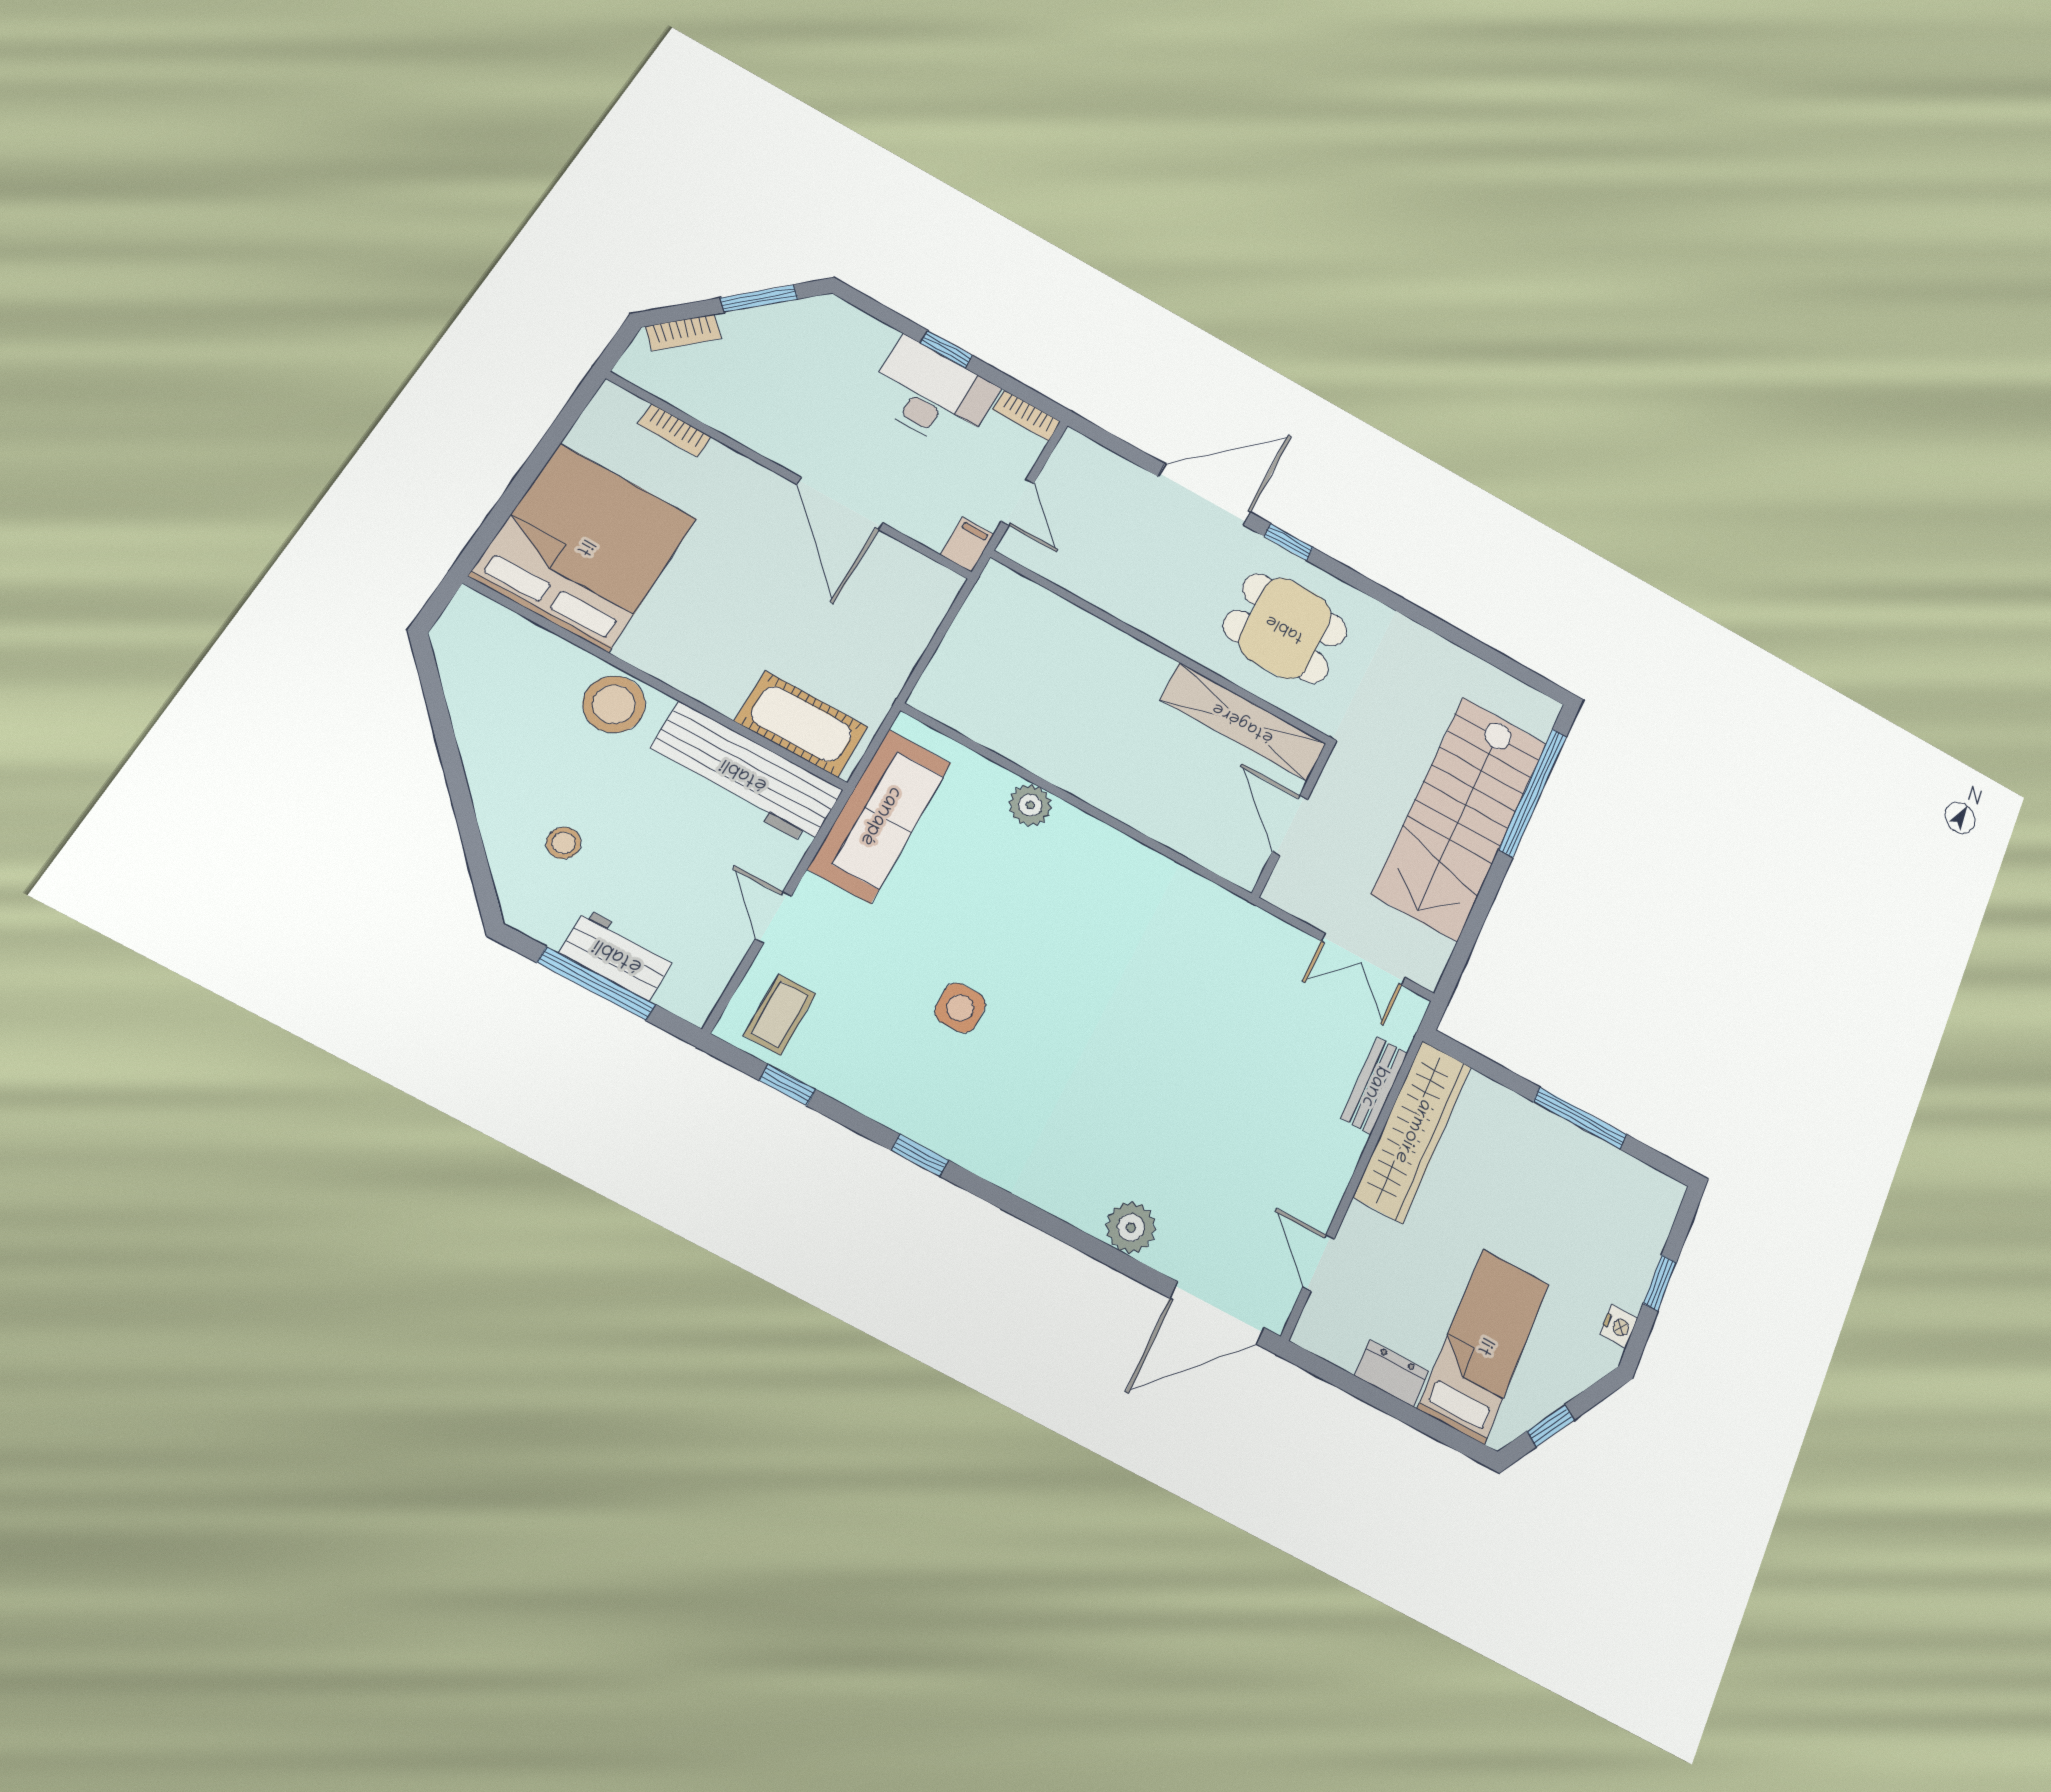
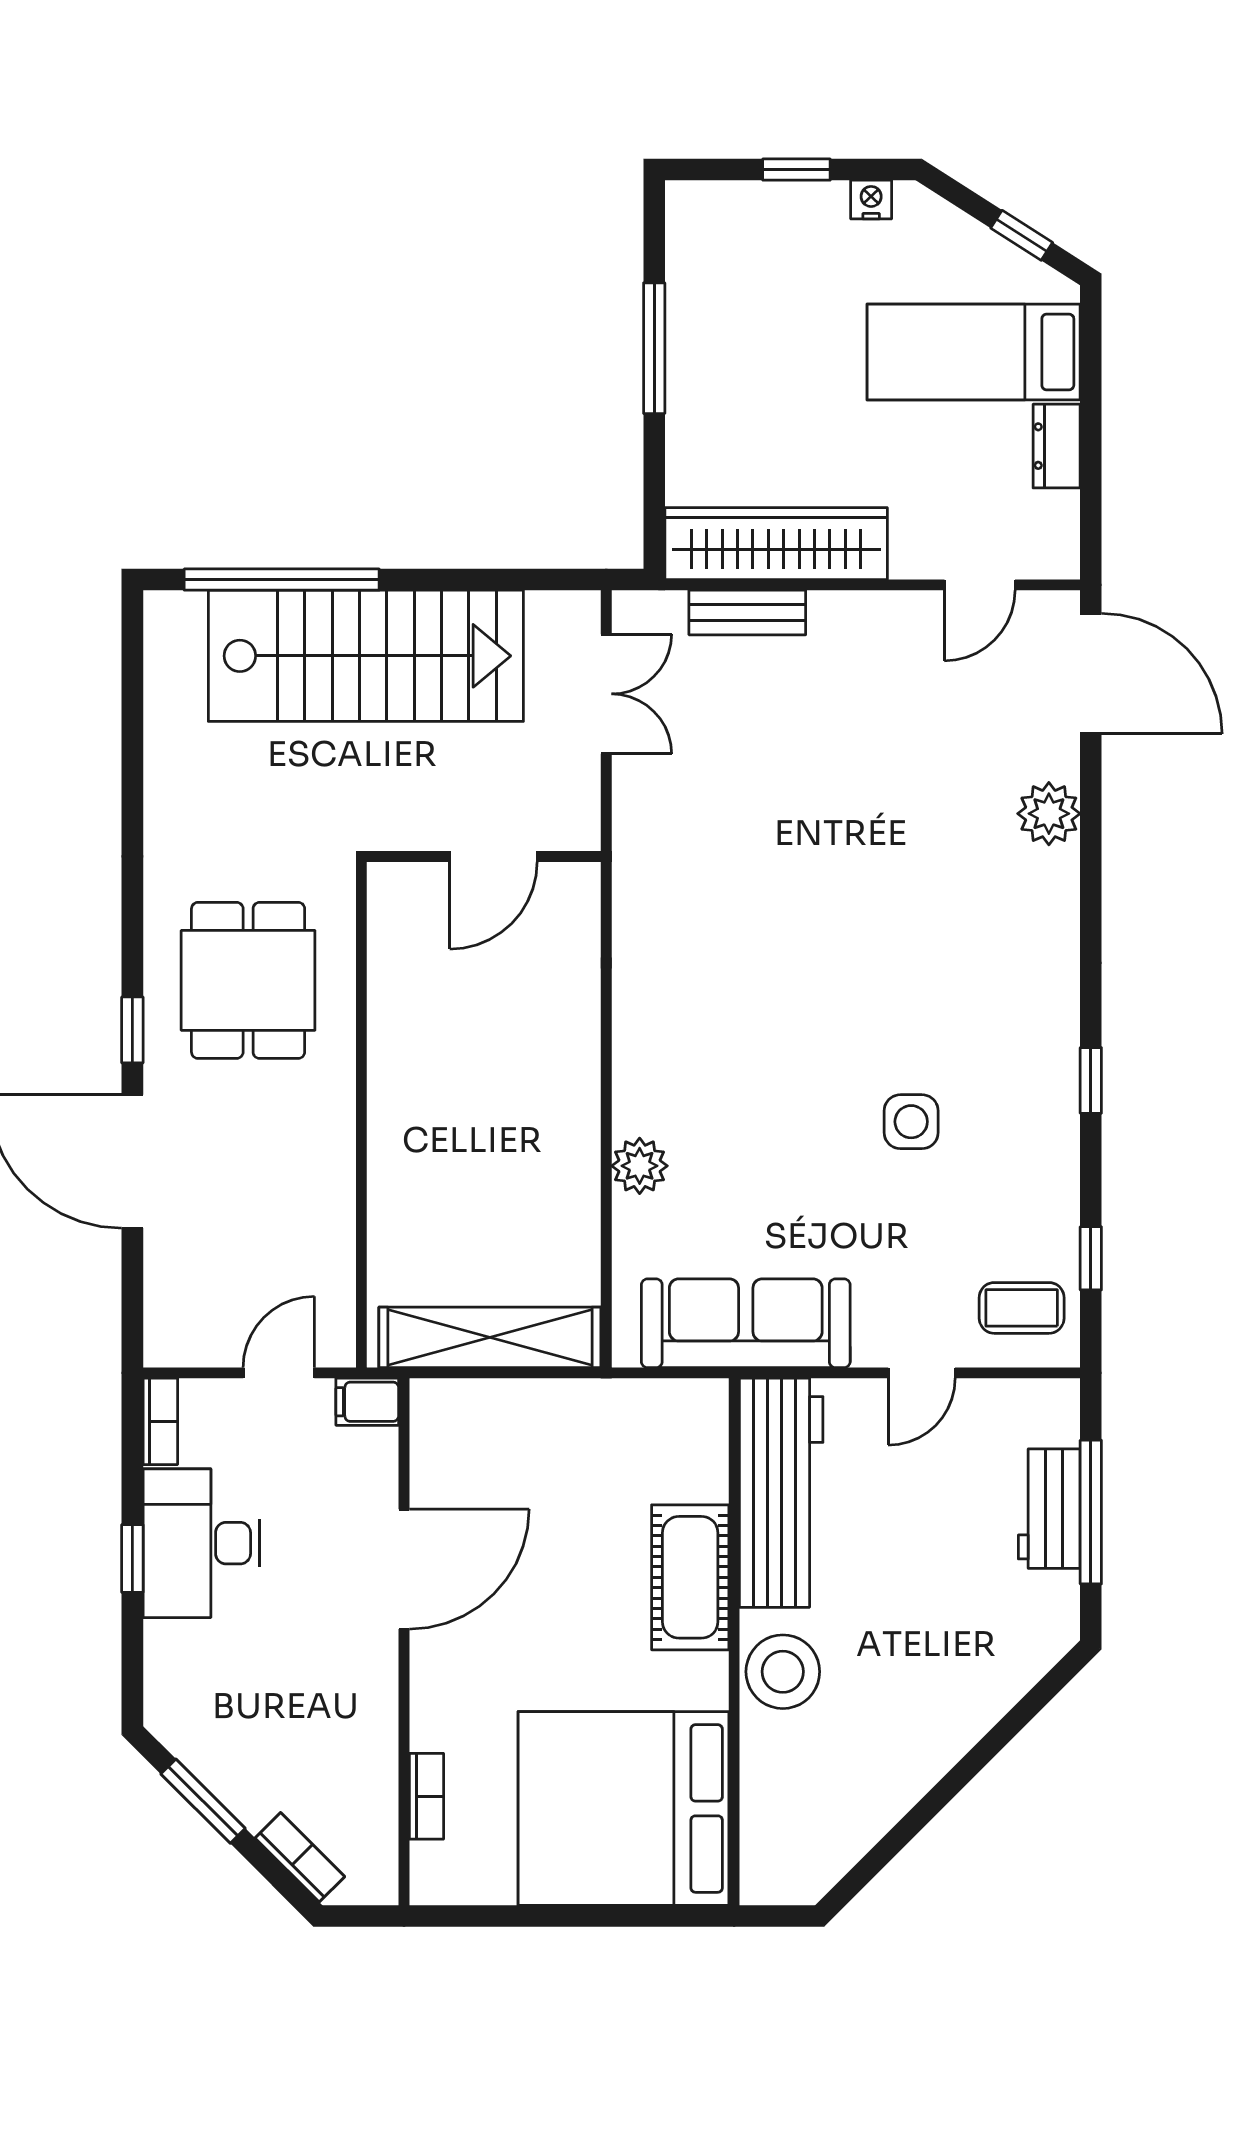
shelving: (1243, 722) -> (490, 1337), moved, turned 90
cot: (801, 724) -> (690, 1577), moved
stool: (564, 843) -> (962, 1633), removed

